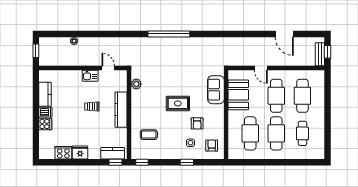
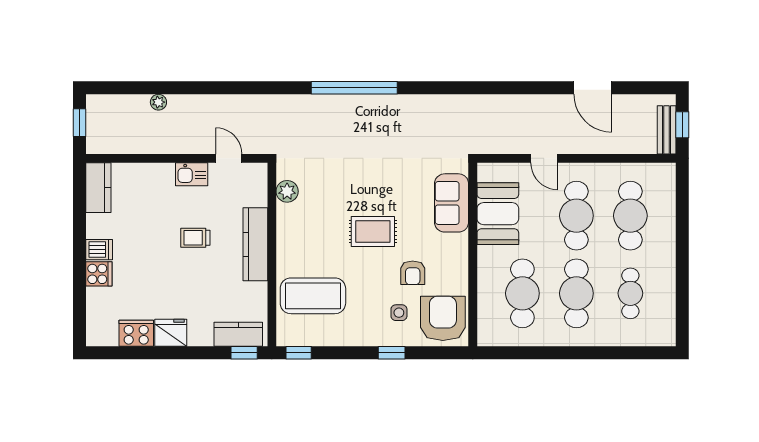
kitchen counter: (45, 94) -> (98, 188), moved
coffee table: (149, 135) -> (313, 296), width x1.86, depth x1.72
armchair: (212, 145) -> (443, 318), width x1.88, depth x1.88

